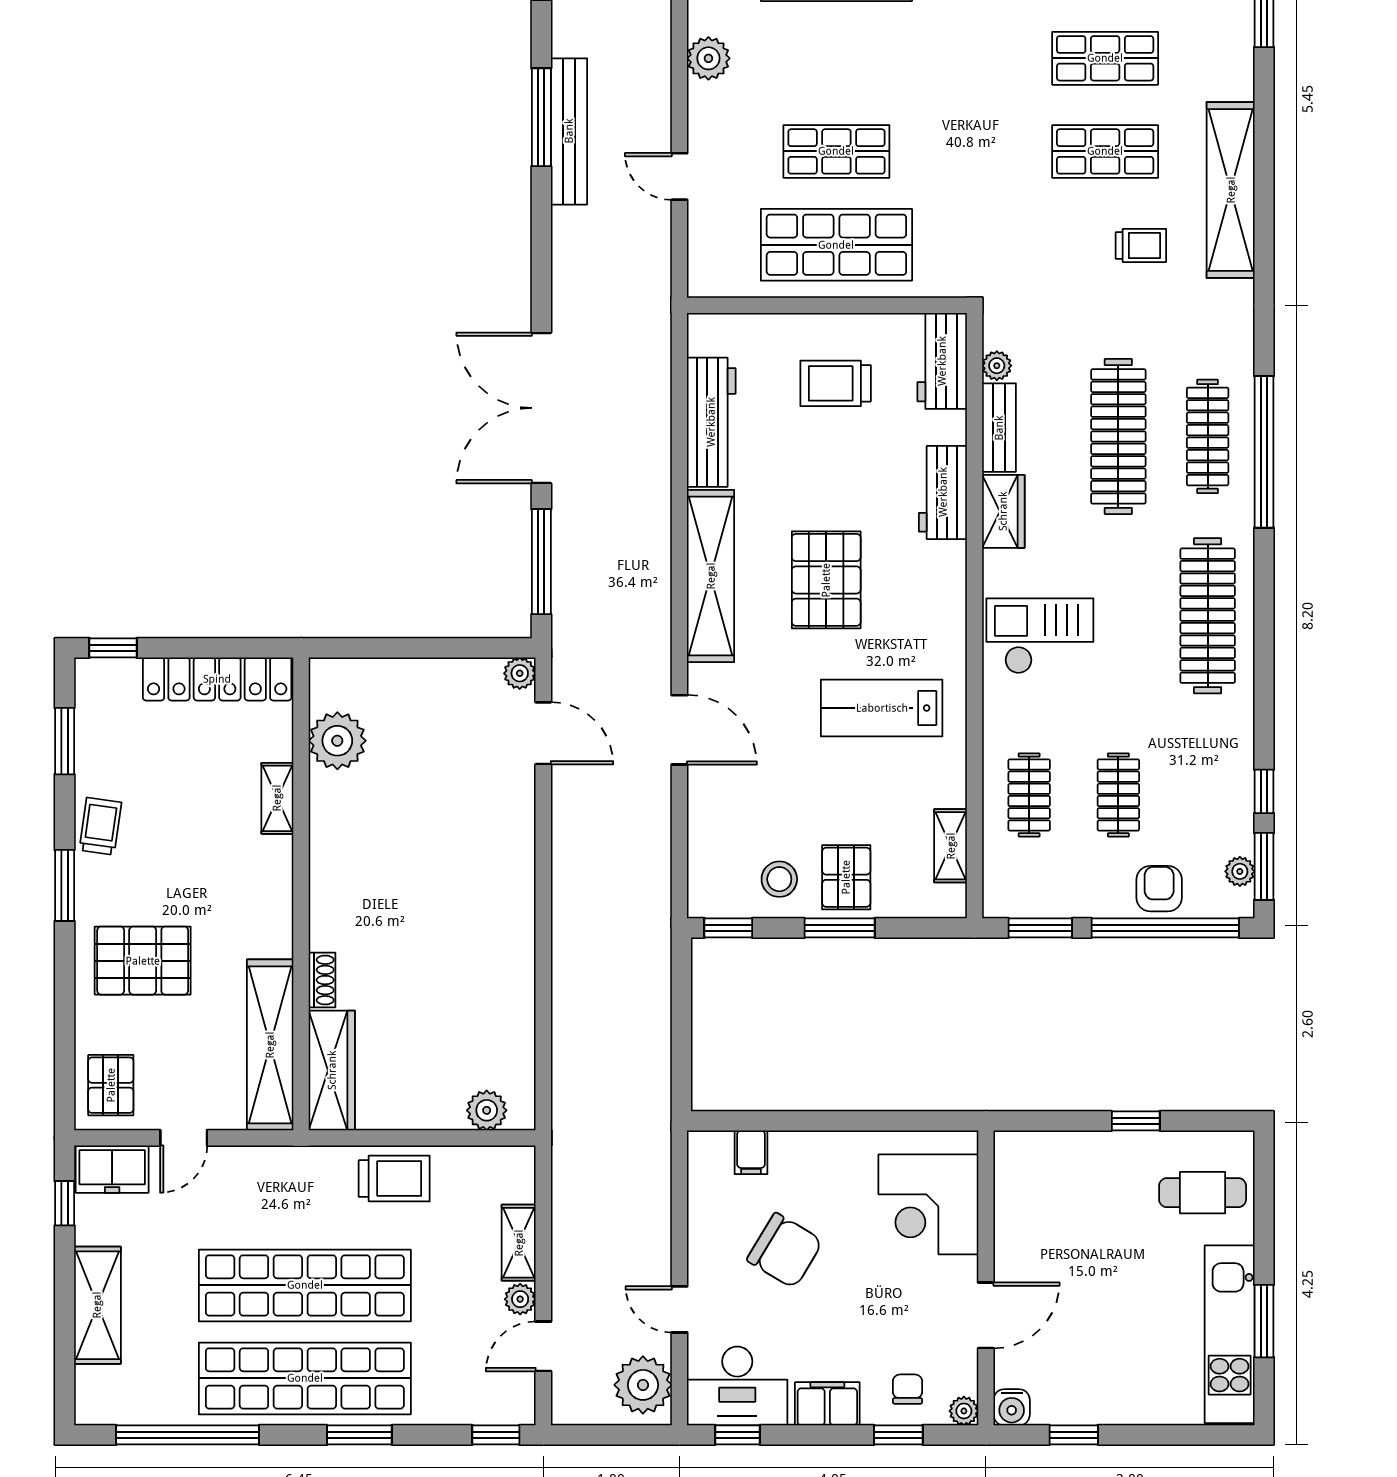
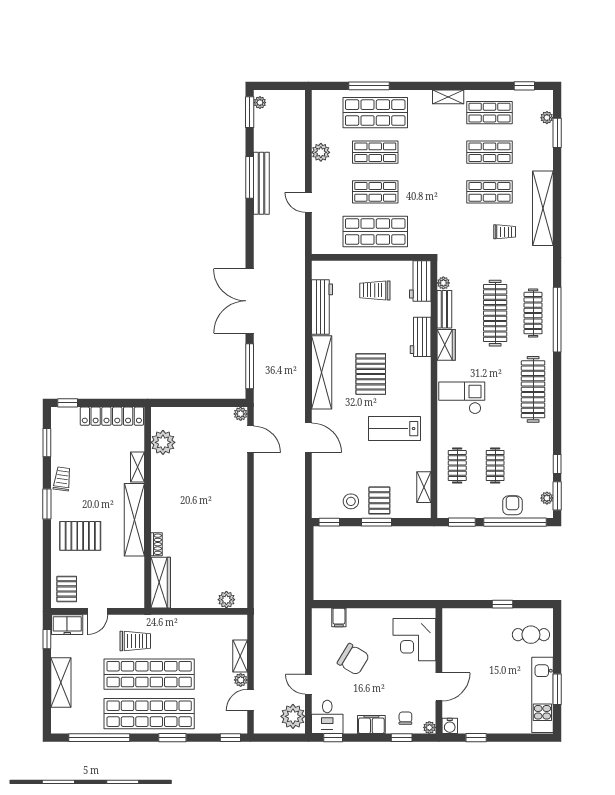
shop shelf: (836, 58) -> (375, 152), added
shelving: (270, 1045) -> (134, 520), moved
trolley: (394, 1179) -> (135, 641), moved
desk: (737, 1386) -> (327, 717), width x0.73

